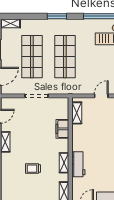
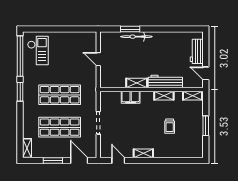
window: (57, 16) -> (20, 92), moved
shelving: (77, 113) -> (137, 83), moved
workbench: (78, 164) -> (165, 82), width x1.37

